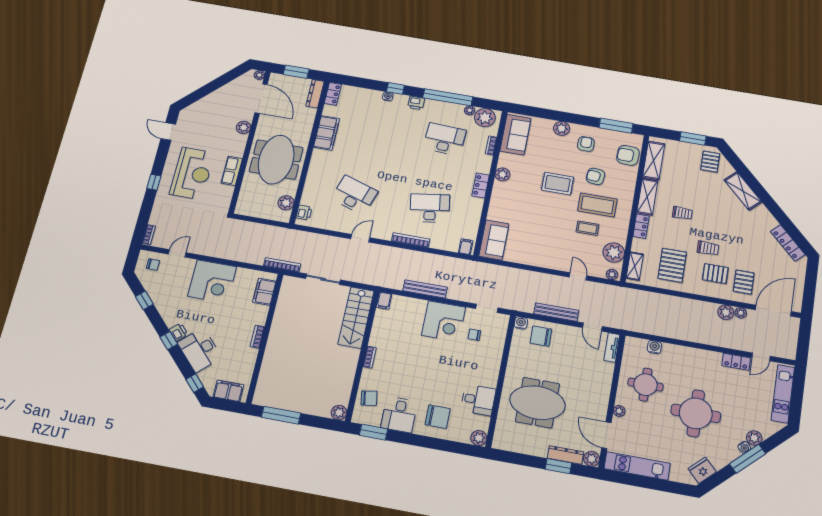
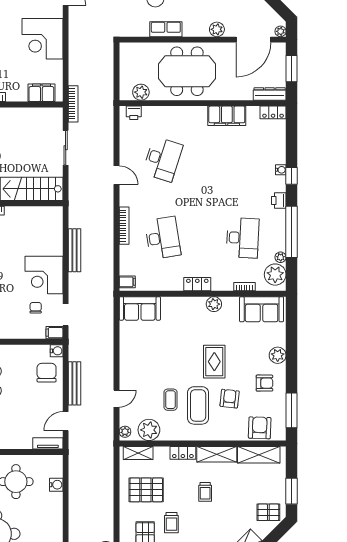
filing cabinet: (384, 301) -> (54, 333), moved

